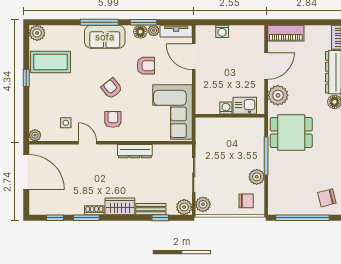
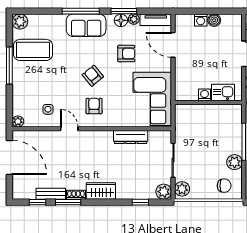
boiler: (236, 32) -> (214, 20), added
window: (26, 78) -> (9, 65), width x2.17
dresser: (135, 151) -> (131, 137), moved
bench: (151, 209) -> (51, 194), moved

